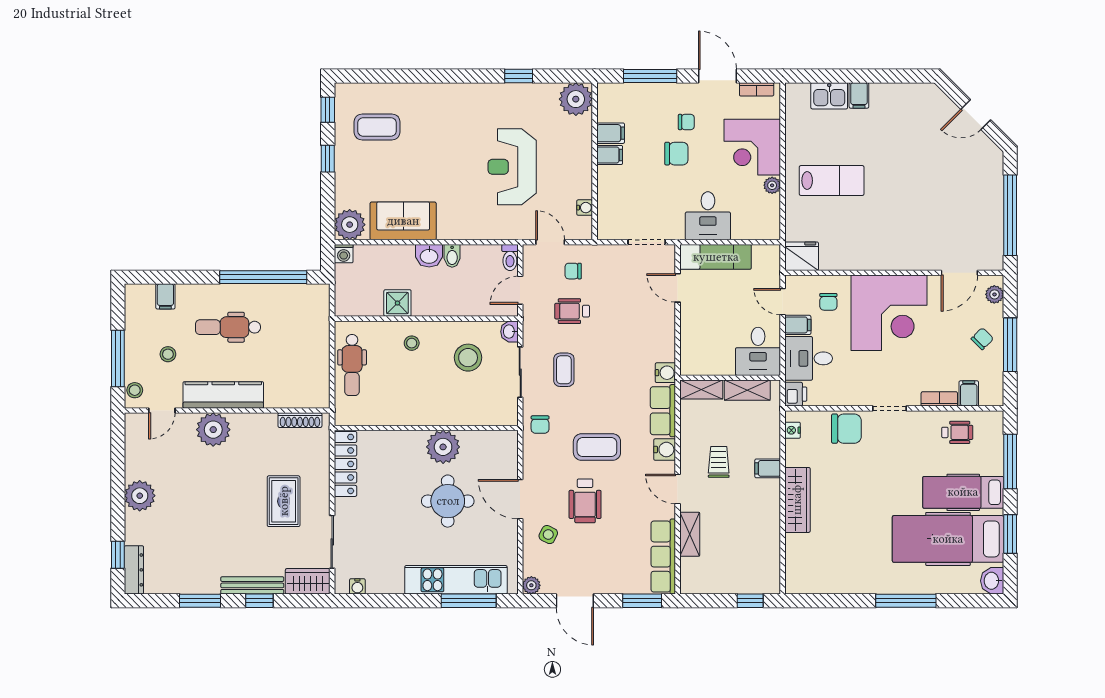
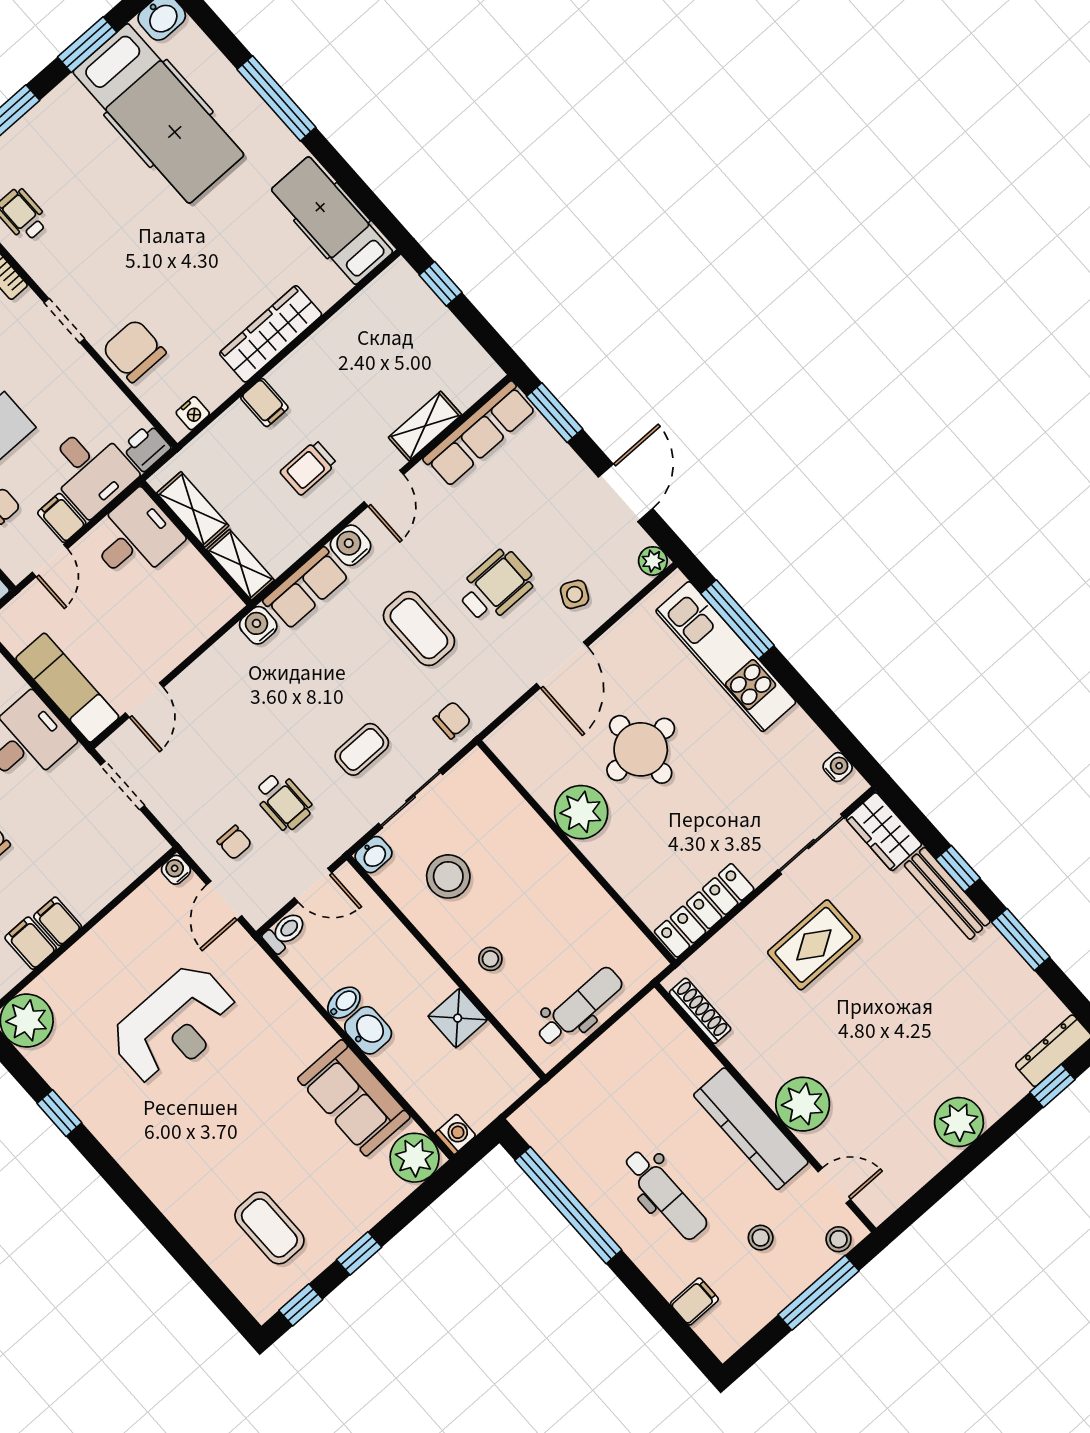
water cooler: (585, 208) -> (176, 870), moved
hospital bed: (963, 492) -> (332, 221), moved, turned 180

